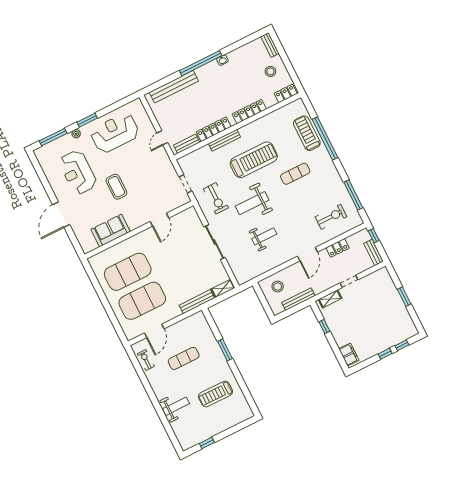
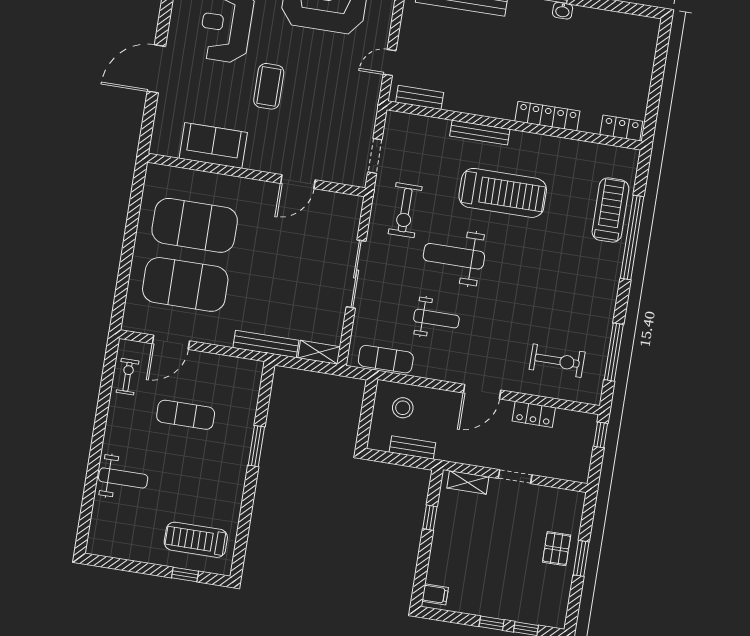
bench: (270, 45) -> (650, 39), removed
stool: (270, 71) -> (622, 79), removed
locker: (214, 129) -> (475, 105), removed
exercise mat: (295, 174) -> (386, 359), moved
bench: (374, 252) -> (583, 460), removed
bench: (298, 299) -> (412, 448), width x0.73
pallet: (390, 300) -> (557, 549), added
filing cabinet: (349, 354) -> (435, 594), width x0.50
treadmill: (216, 394) -> (196, 540), moved
window: (207, 443) -> (185, 575), moved

